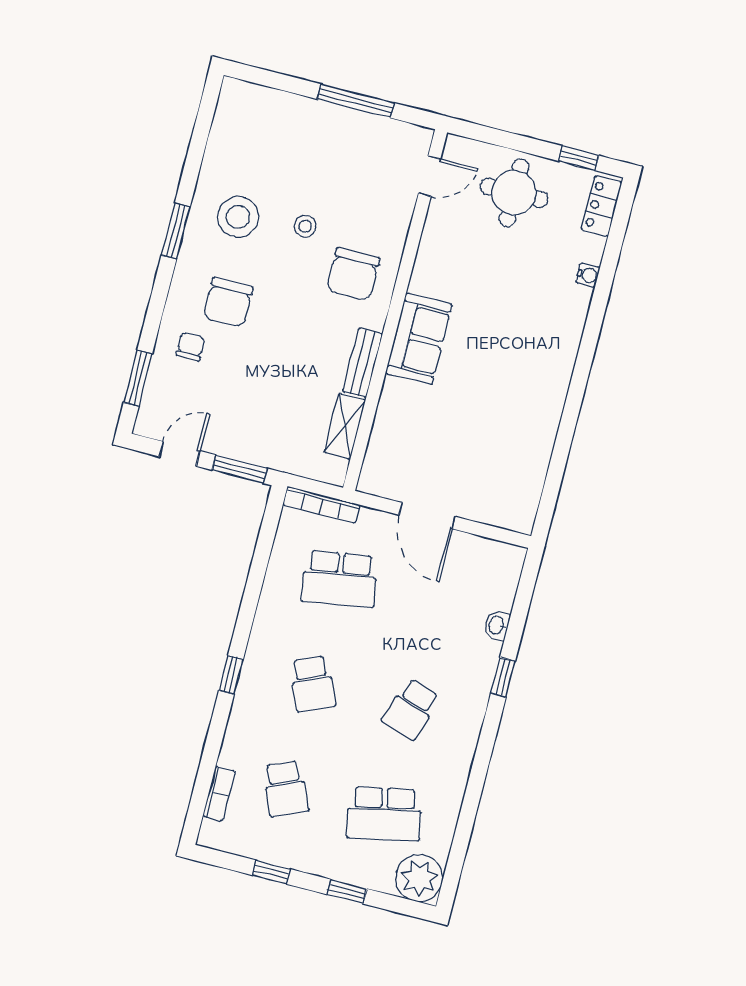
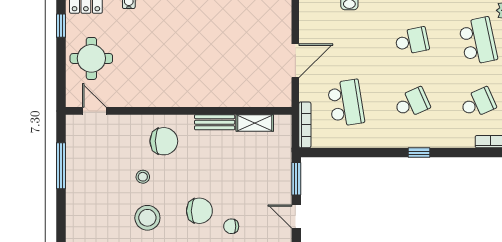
sofa: (419, 339) -> (192, 93), removed
school desk: (411, 709) -> (412, 41), turned -30

